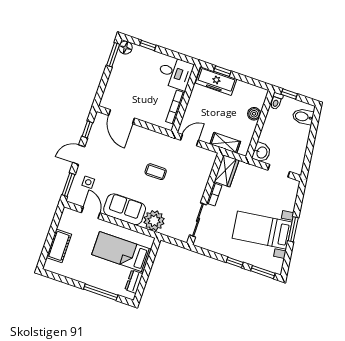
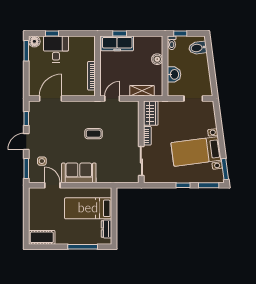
desk: (175, 73) -> (56, 49), moved, turned -90
door: (122, 117) -> (50, 99), swing flipped
washbasin: (262, 152) -> (174, 74), moved
plant: (154, 221) -> (106, 174), removed
window: (293, 229) -> (225, 169), moved
cot: (59, 246) -> (42, 237), moved, turned 90

